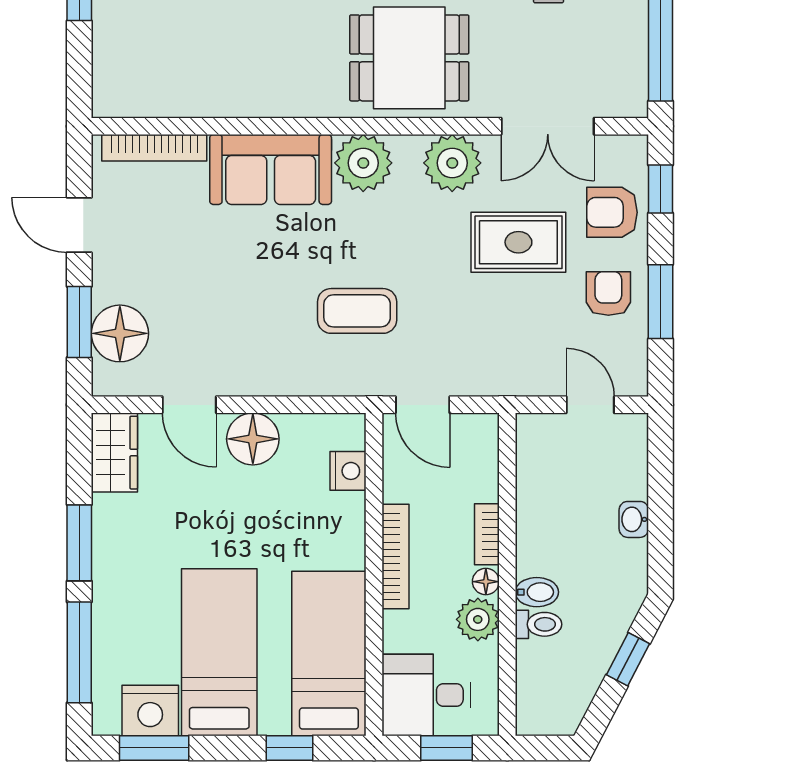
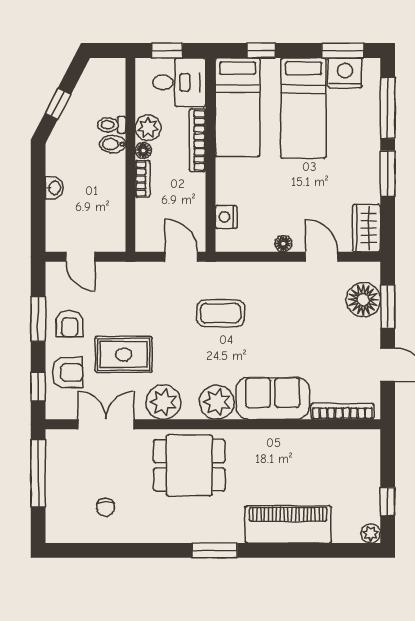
floor lamp: (253, 439) -> (283, 244), width x0.53, depth x0.53
bookcase: (396, 557) -> (198, 140), moved

